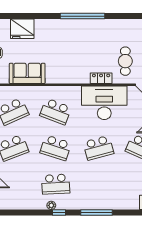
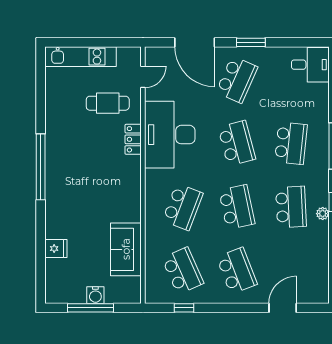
fridge: (22, 29) -> (56, 249), width x0.53, depth x0.75
school desk: (56, 148) -> (237, 207), turned -30
school desk: (98, 184) -> (291, 143), added

